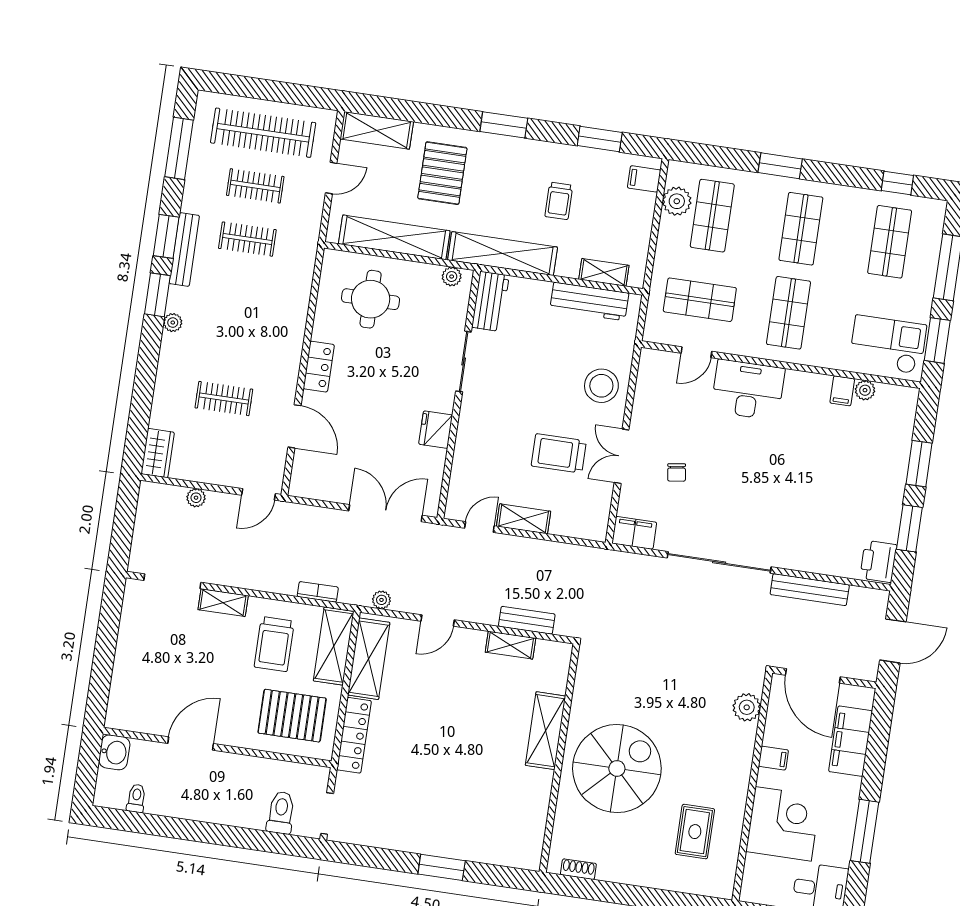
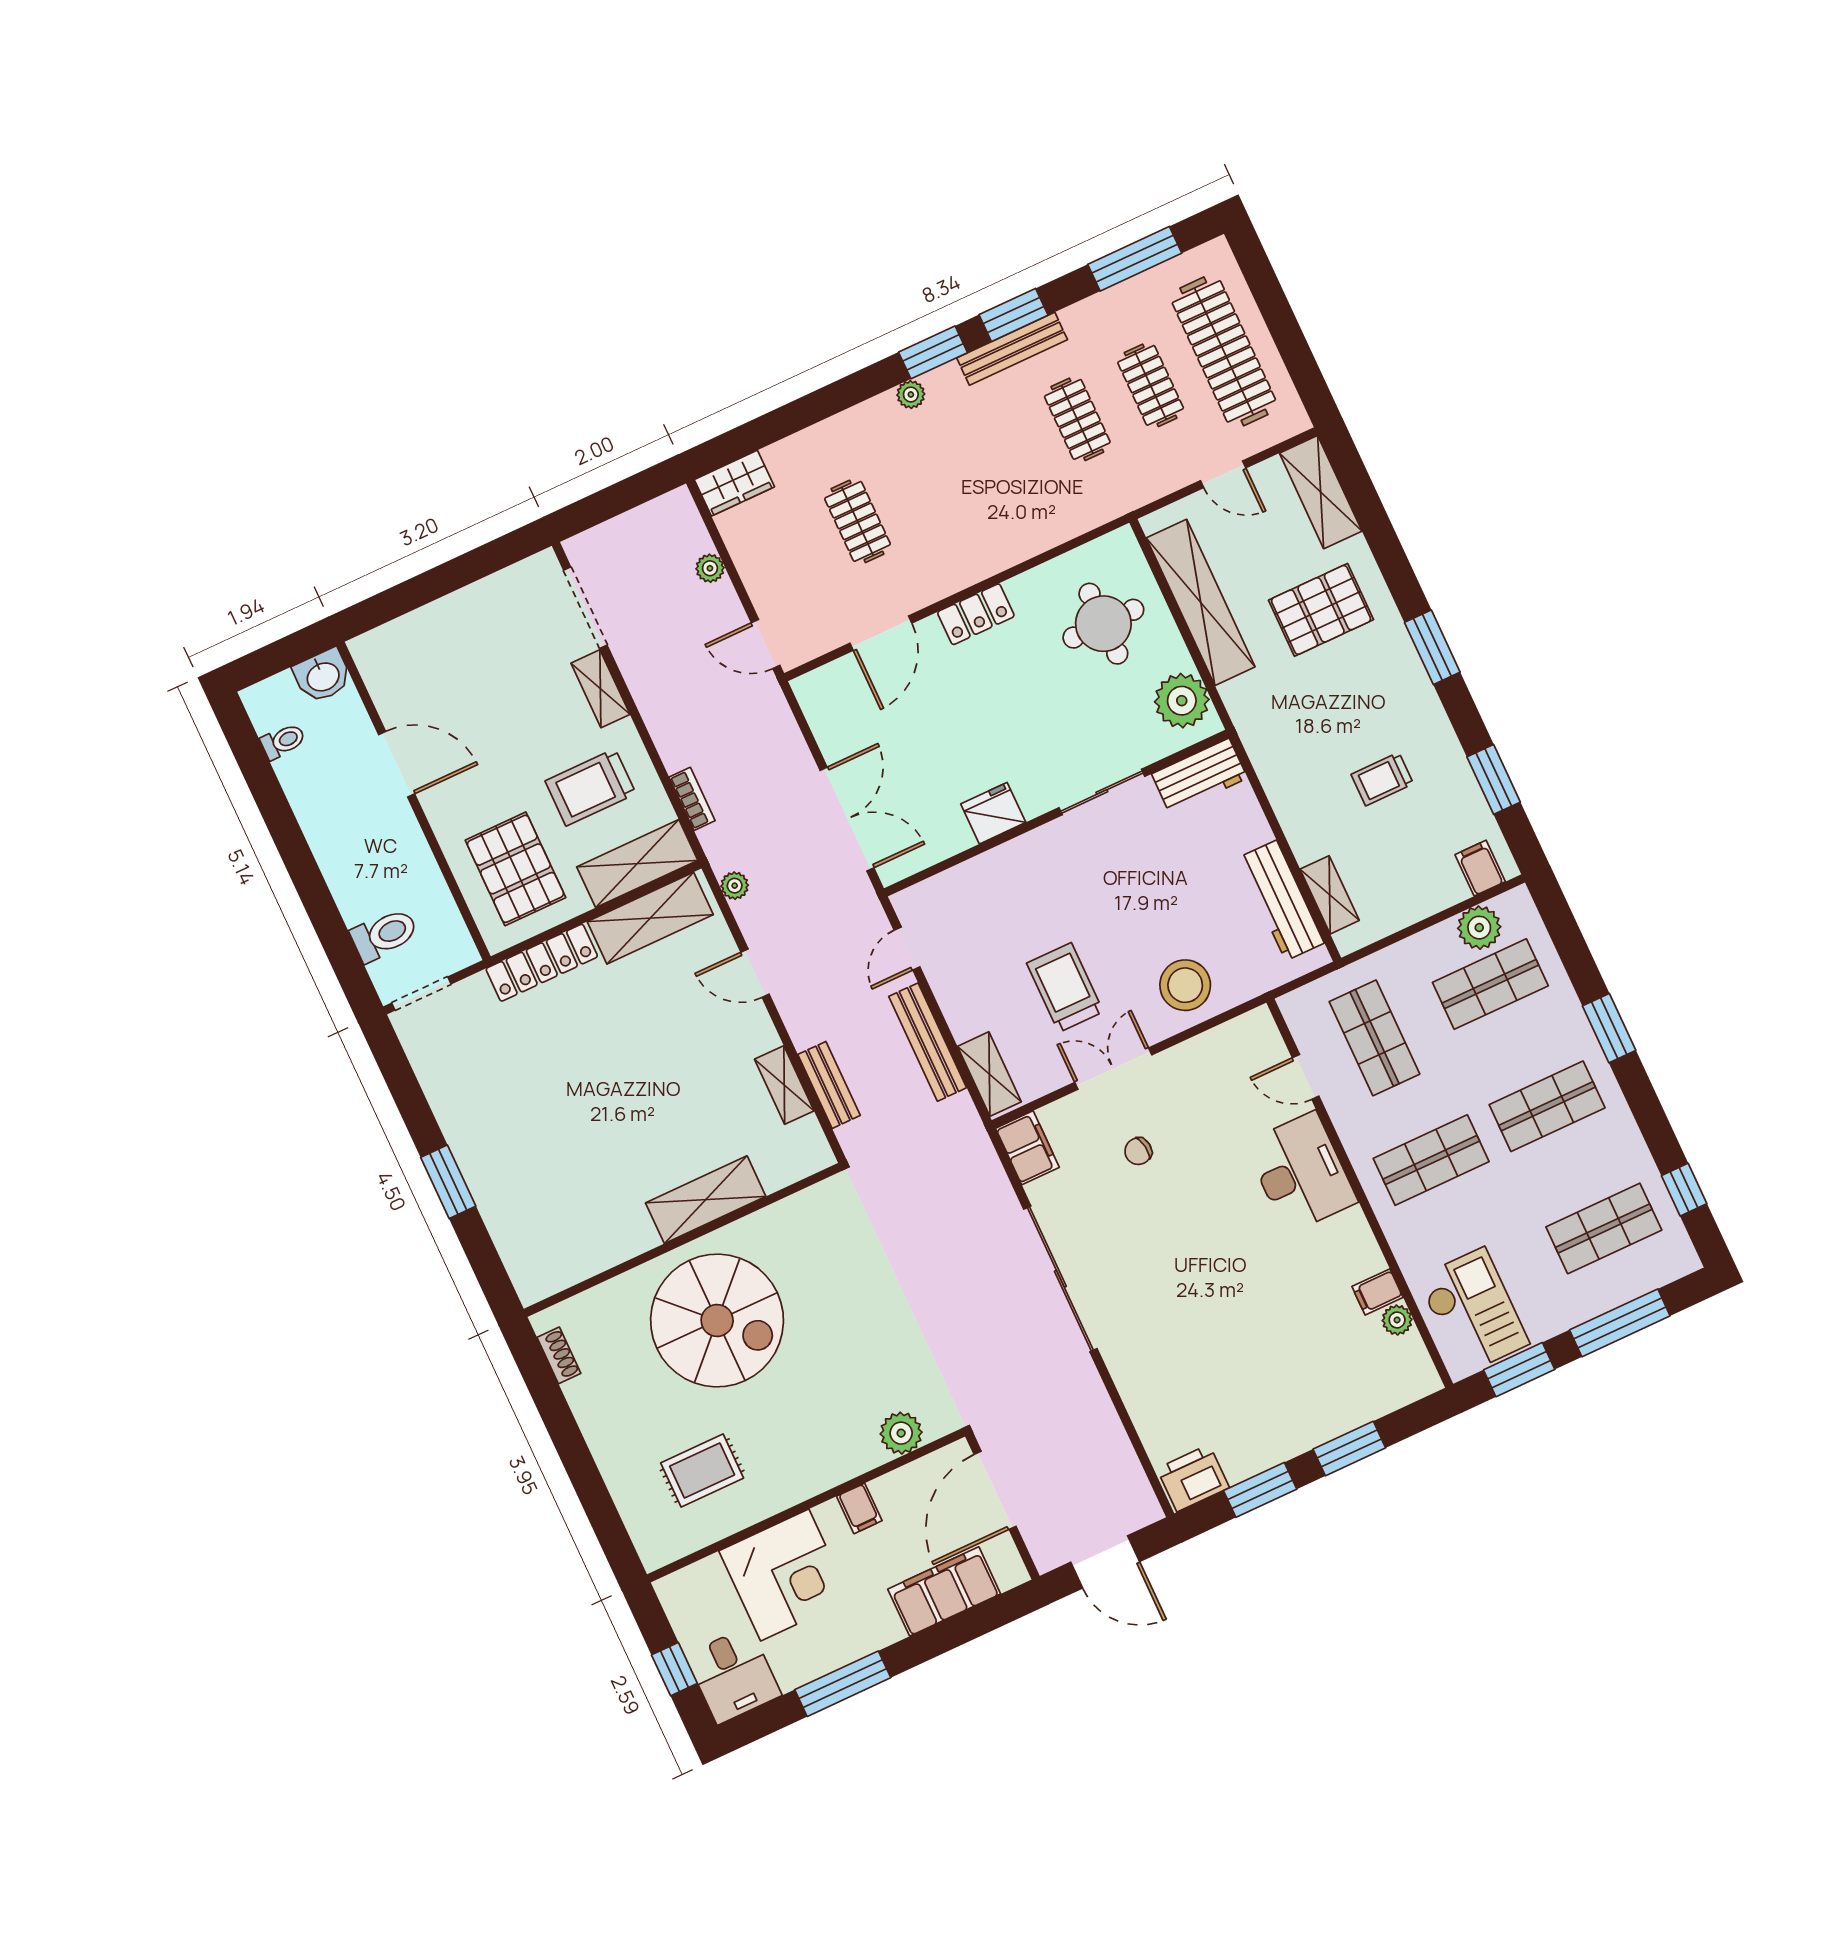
shelving: (503, 254) -> (1270, 752), removed
plant: (452, 277) -> (1182, 701), width x1.87, depth x1.87
shelving: (524, 519) -> (989, 1074), moved
door: (479, 527) -> (907, 949), swing flipped
bench: (810, 590) -> (928, 1042), moved

